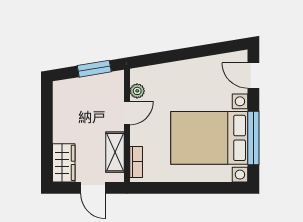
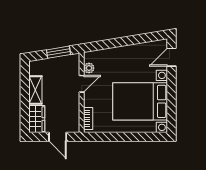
door: (253, 76) -> (171, 57), hinge flipped
window: (253, 138) -> (171, 101), removed
shelving: (115, 152) -> (35, 90), moved

